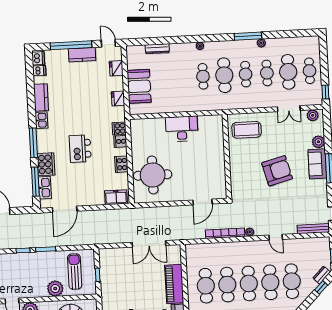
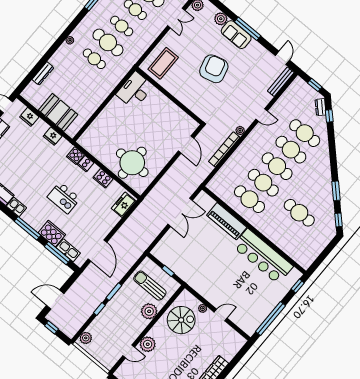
desk: (182, 129) -> (135, 90), moved

